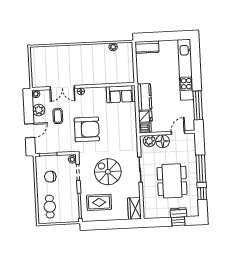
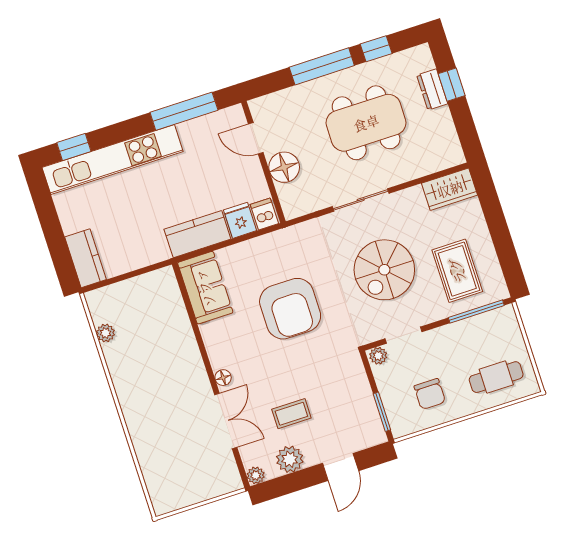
window: (195, 55) -> (74, 147), added
armchair: (87, 129) -> (290, 309), moved, turned 180
door: (30, 131) -> (341, 467), swing flipped
plant: (149, 141) -> (292, 197), removed

